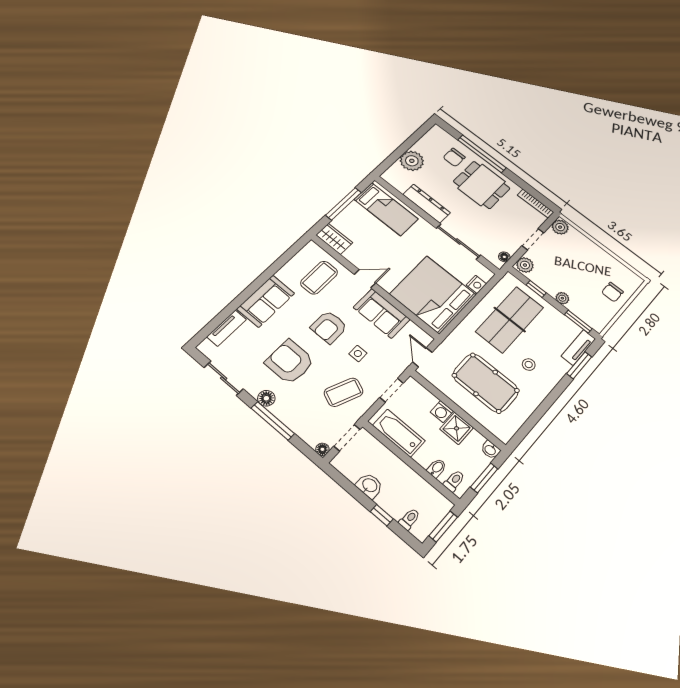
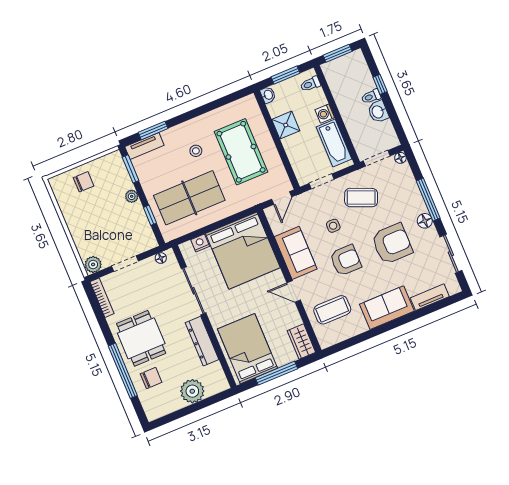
bed: (386, 209) -> (248, 349), width x1.50
plant: (525, 265) -> (147, 242), removed
armchair: (290, 362) -> (392, 244), turned -90
washing machine: (442, 412) -> (325, 114), moved, turned 180
bidet: (437, 468) -> (319, 101), removed
toilet: (409, 519) -> (371, 97), moved

